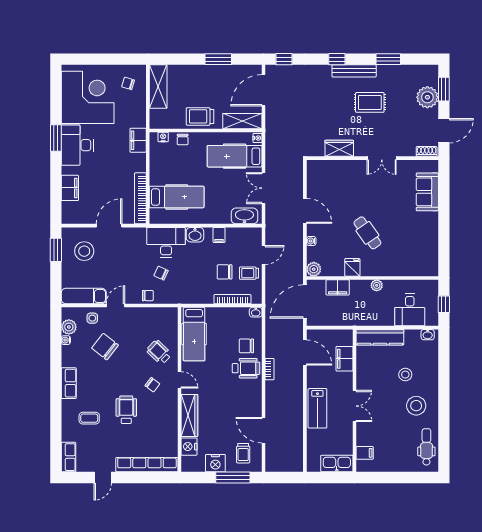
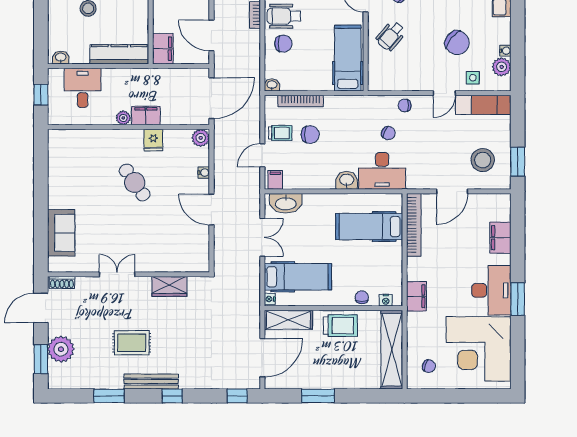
shelving: (158, 87) -> (392, 350), width x1.47
filing cabinet: (219, 235) -> (275, 180), moved
filing cabinet: (338, 287) -> (146, 116), moved
wheelchair: (159, 352) -> (391, 36), turned 86
filing cabinet: (345, 359) -> (163, 49), moved

